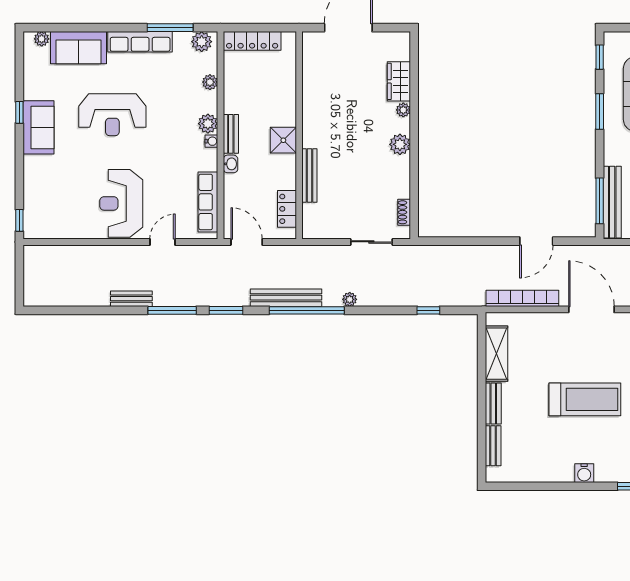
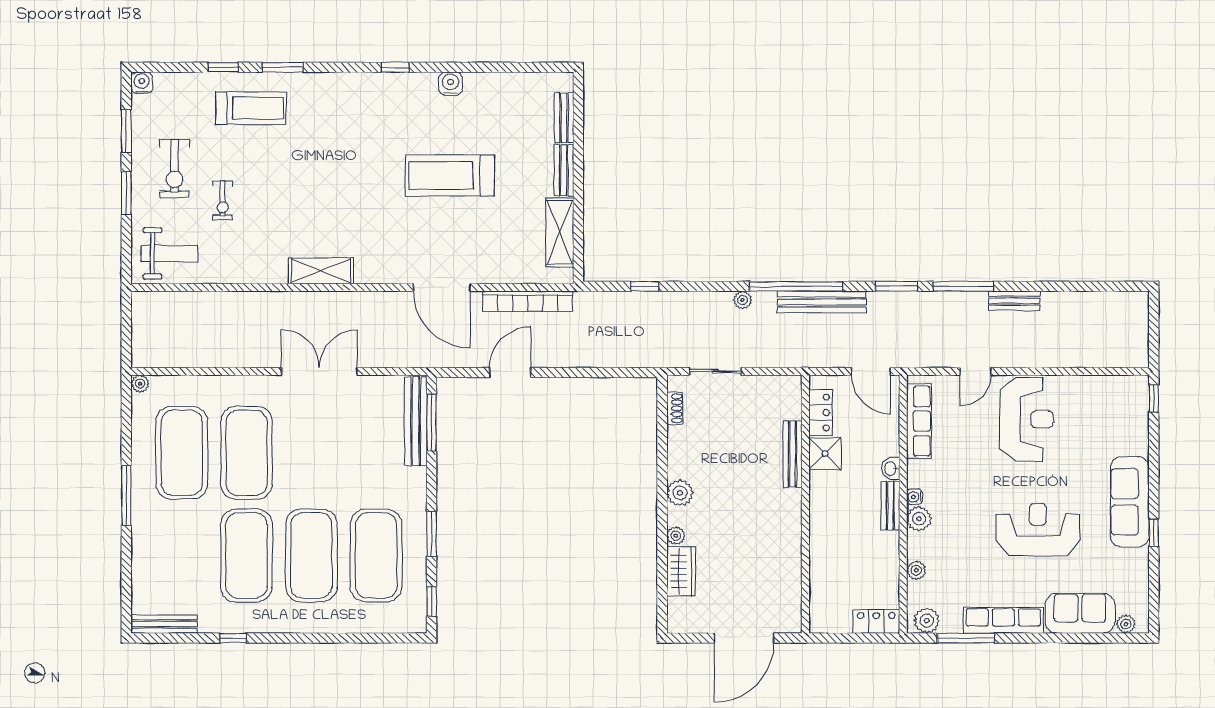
locker: (252, 41) -> (876, 622), width x0.66
sofa: (39, 127) -> (1130, 502), width x1.36
shower: (283, 140) -> (825, 454), moved

